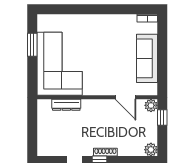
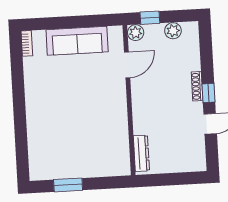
corner sofa: (60, 64) -> (90, 149), removed
dresser: (66, 105) -> (141, 153), moved
plant: (151, 150) -> (173, 31), moved

